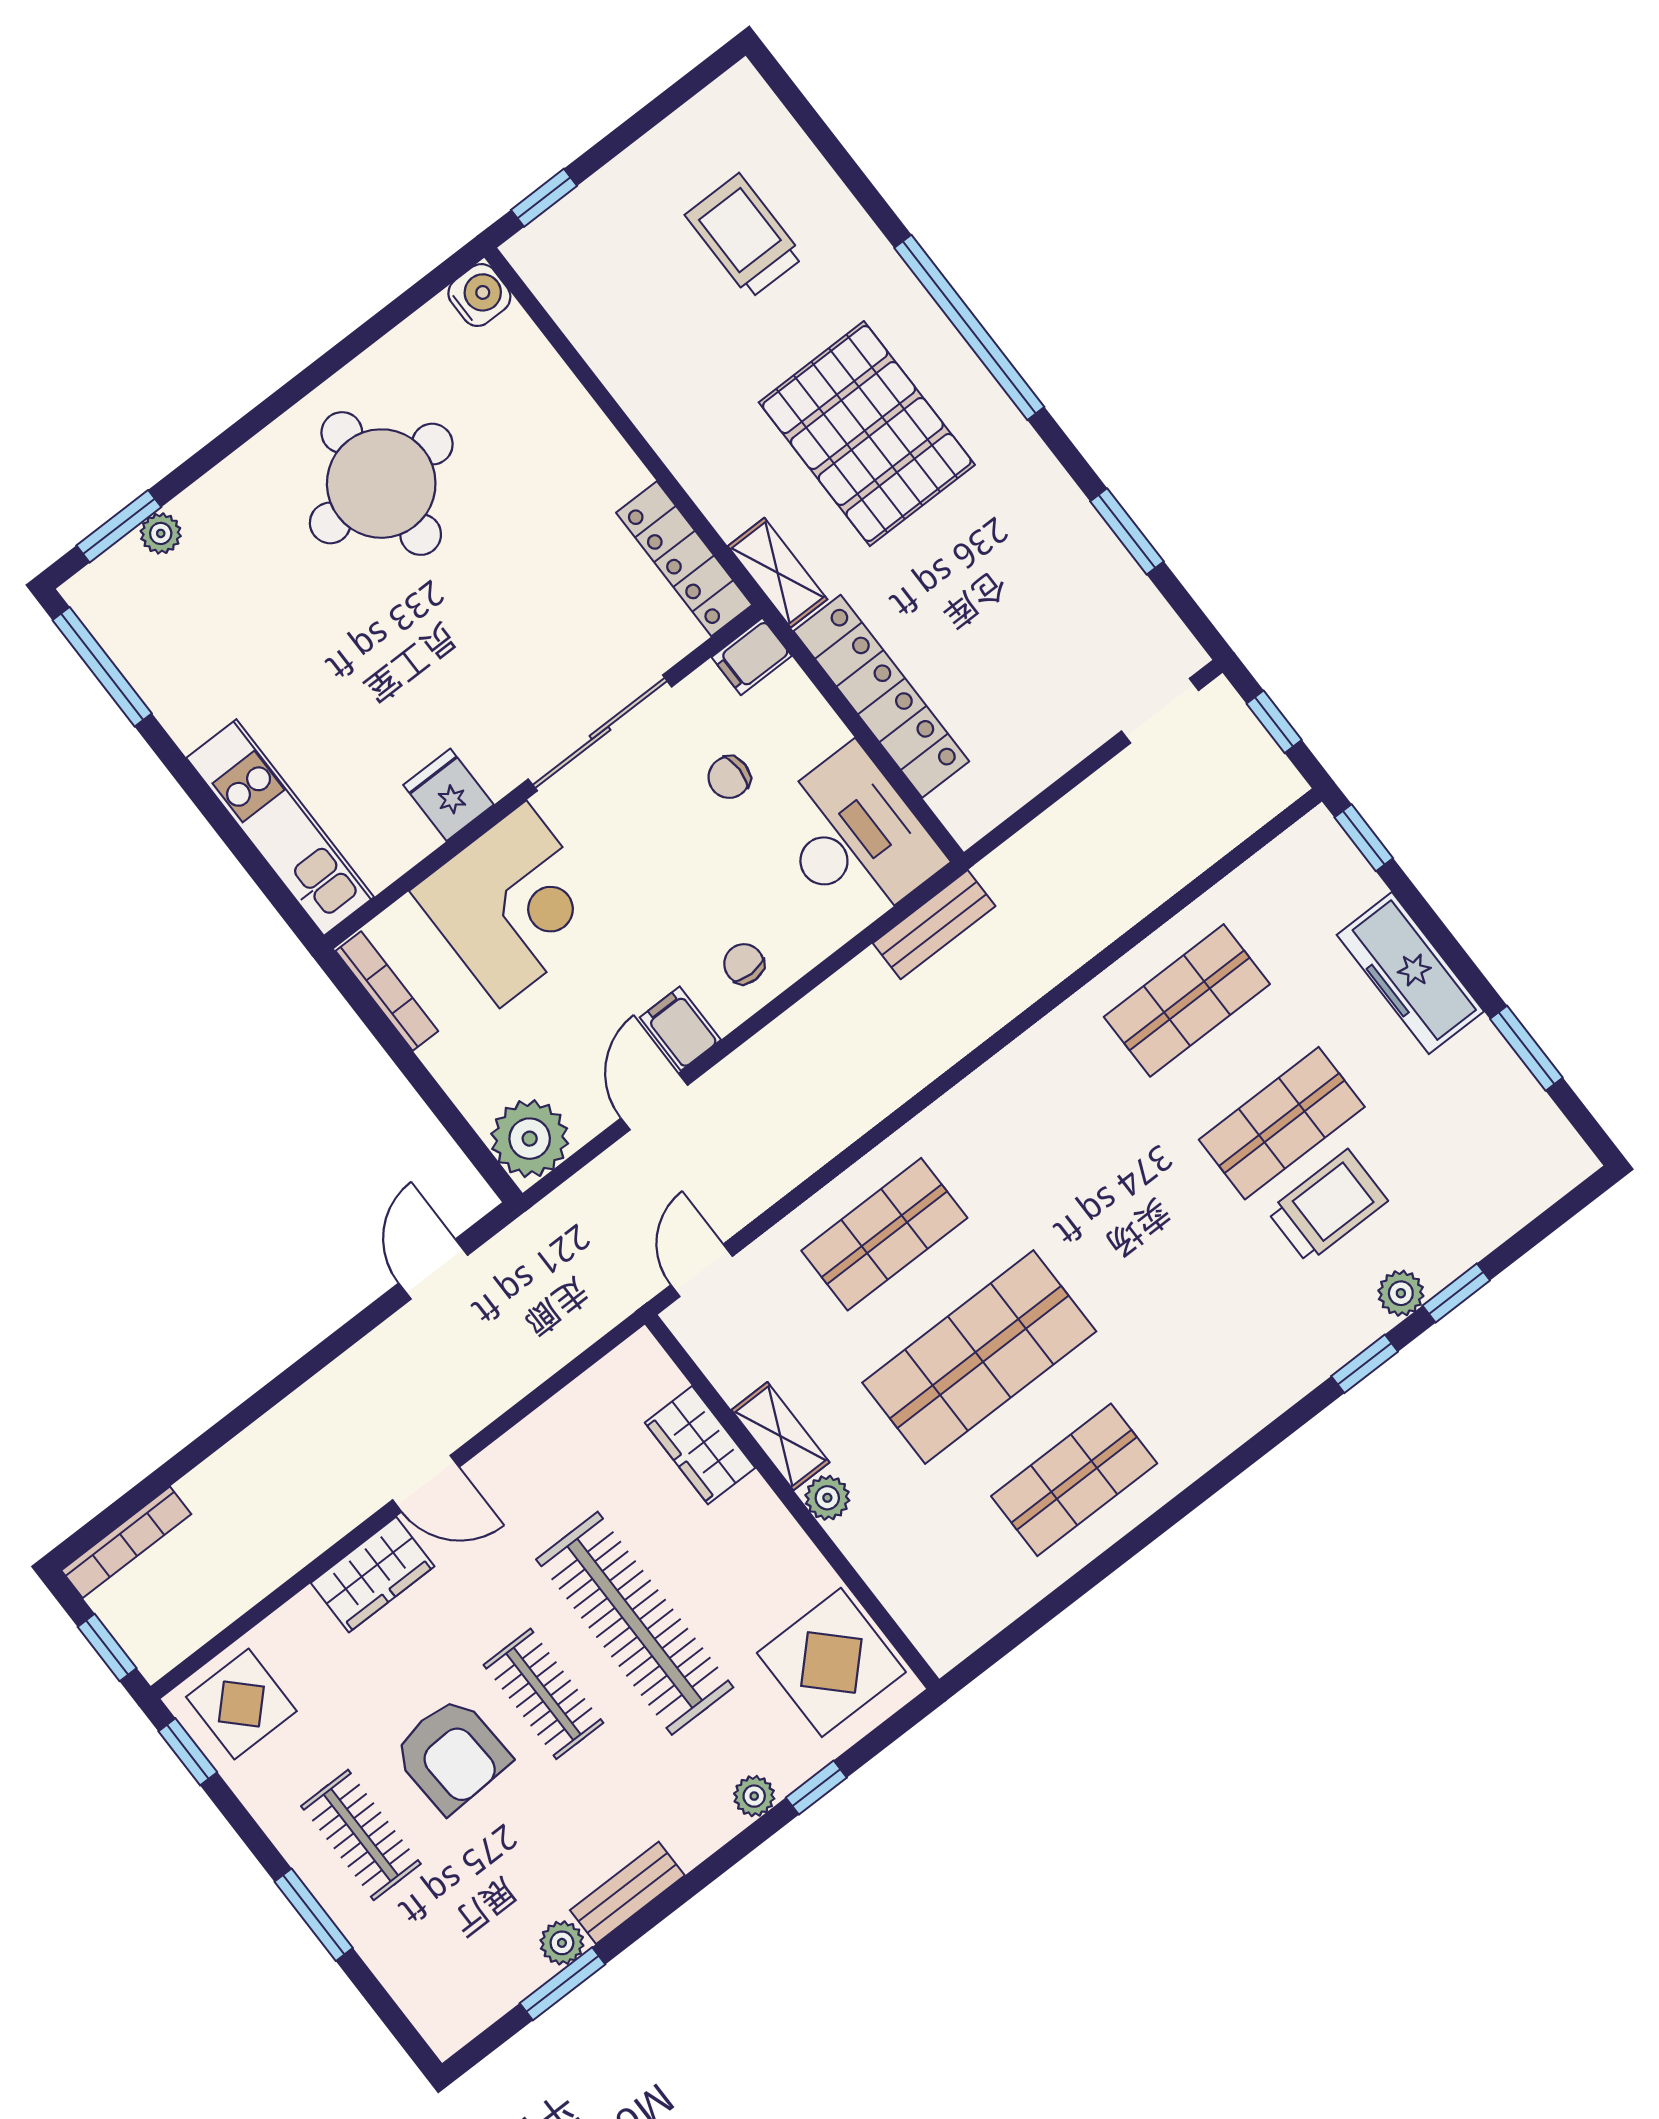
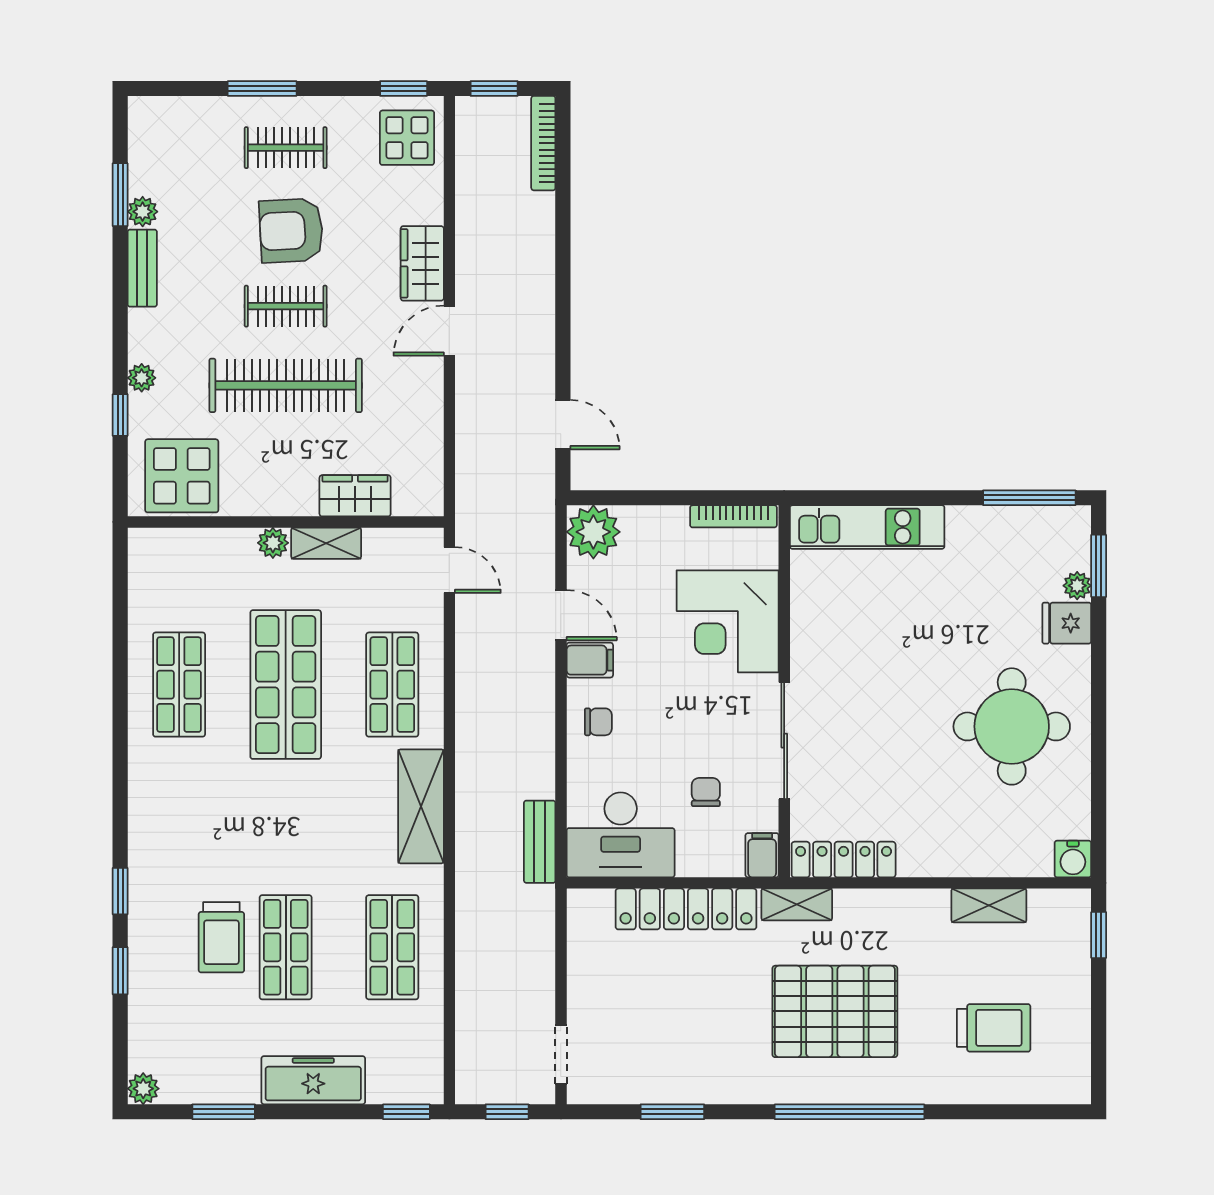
shelving: (608, 351) -> (989, 905), added
fridge: (448, 795) -> (1067, 623), moved, turned 180
shelving: (999, 1093) -> (421, 806), added
plant: (1401, 1293) -> (143, 1089), moved

